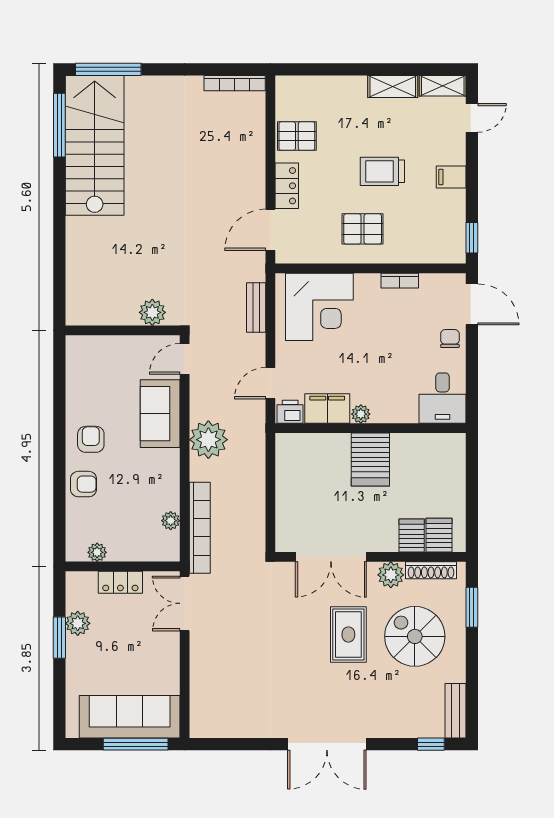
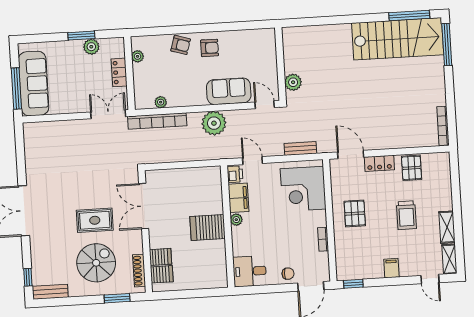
trolley: (382, 171) -> (406, 215), moved, turned 180
armchair: (83, 484) -> (181, 45), turned -73
plant: (391, 575) -> (135, 245), removed

